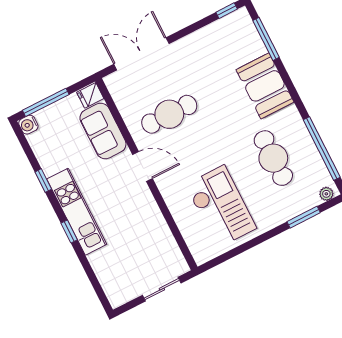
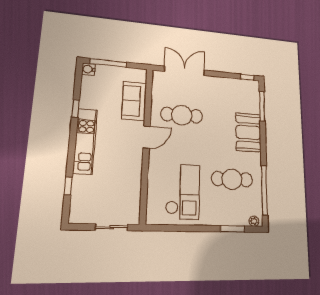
fridge: (90, 95) -> (139, 75), removed
cafe table: (273, 158) -> (232, 179), turned 90
door: (143, 167) -> (147, 137), hinge flipped
window: (69, 231) -> (68, 186), moved

